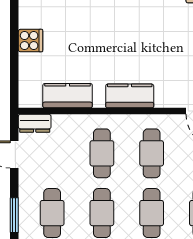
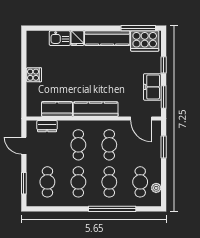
kitchen counter: (130, 96) -> (96, 109), width x1.50
dresser: (35, 123) -> (47, 126), moved

